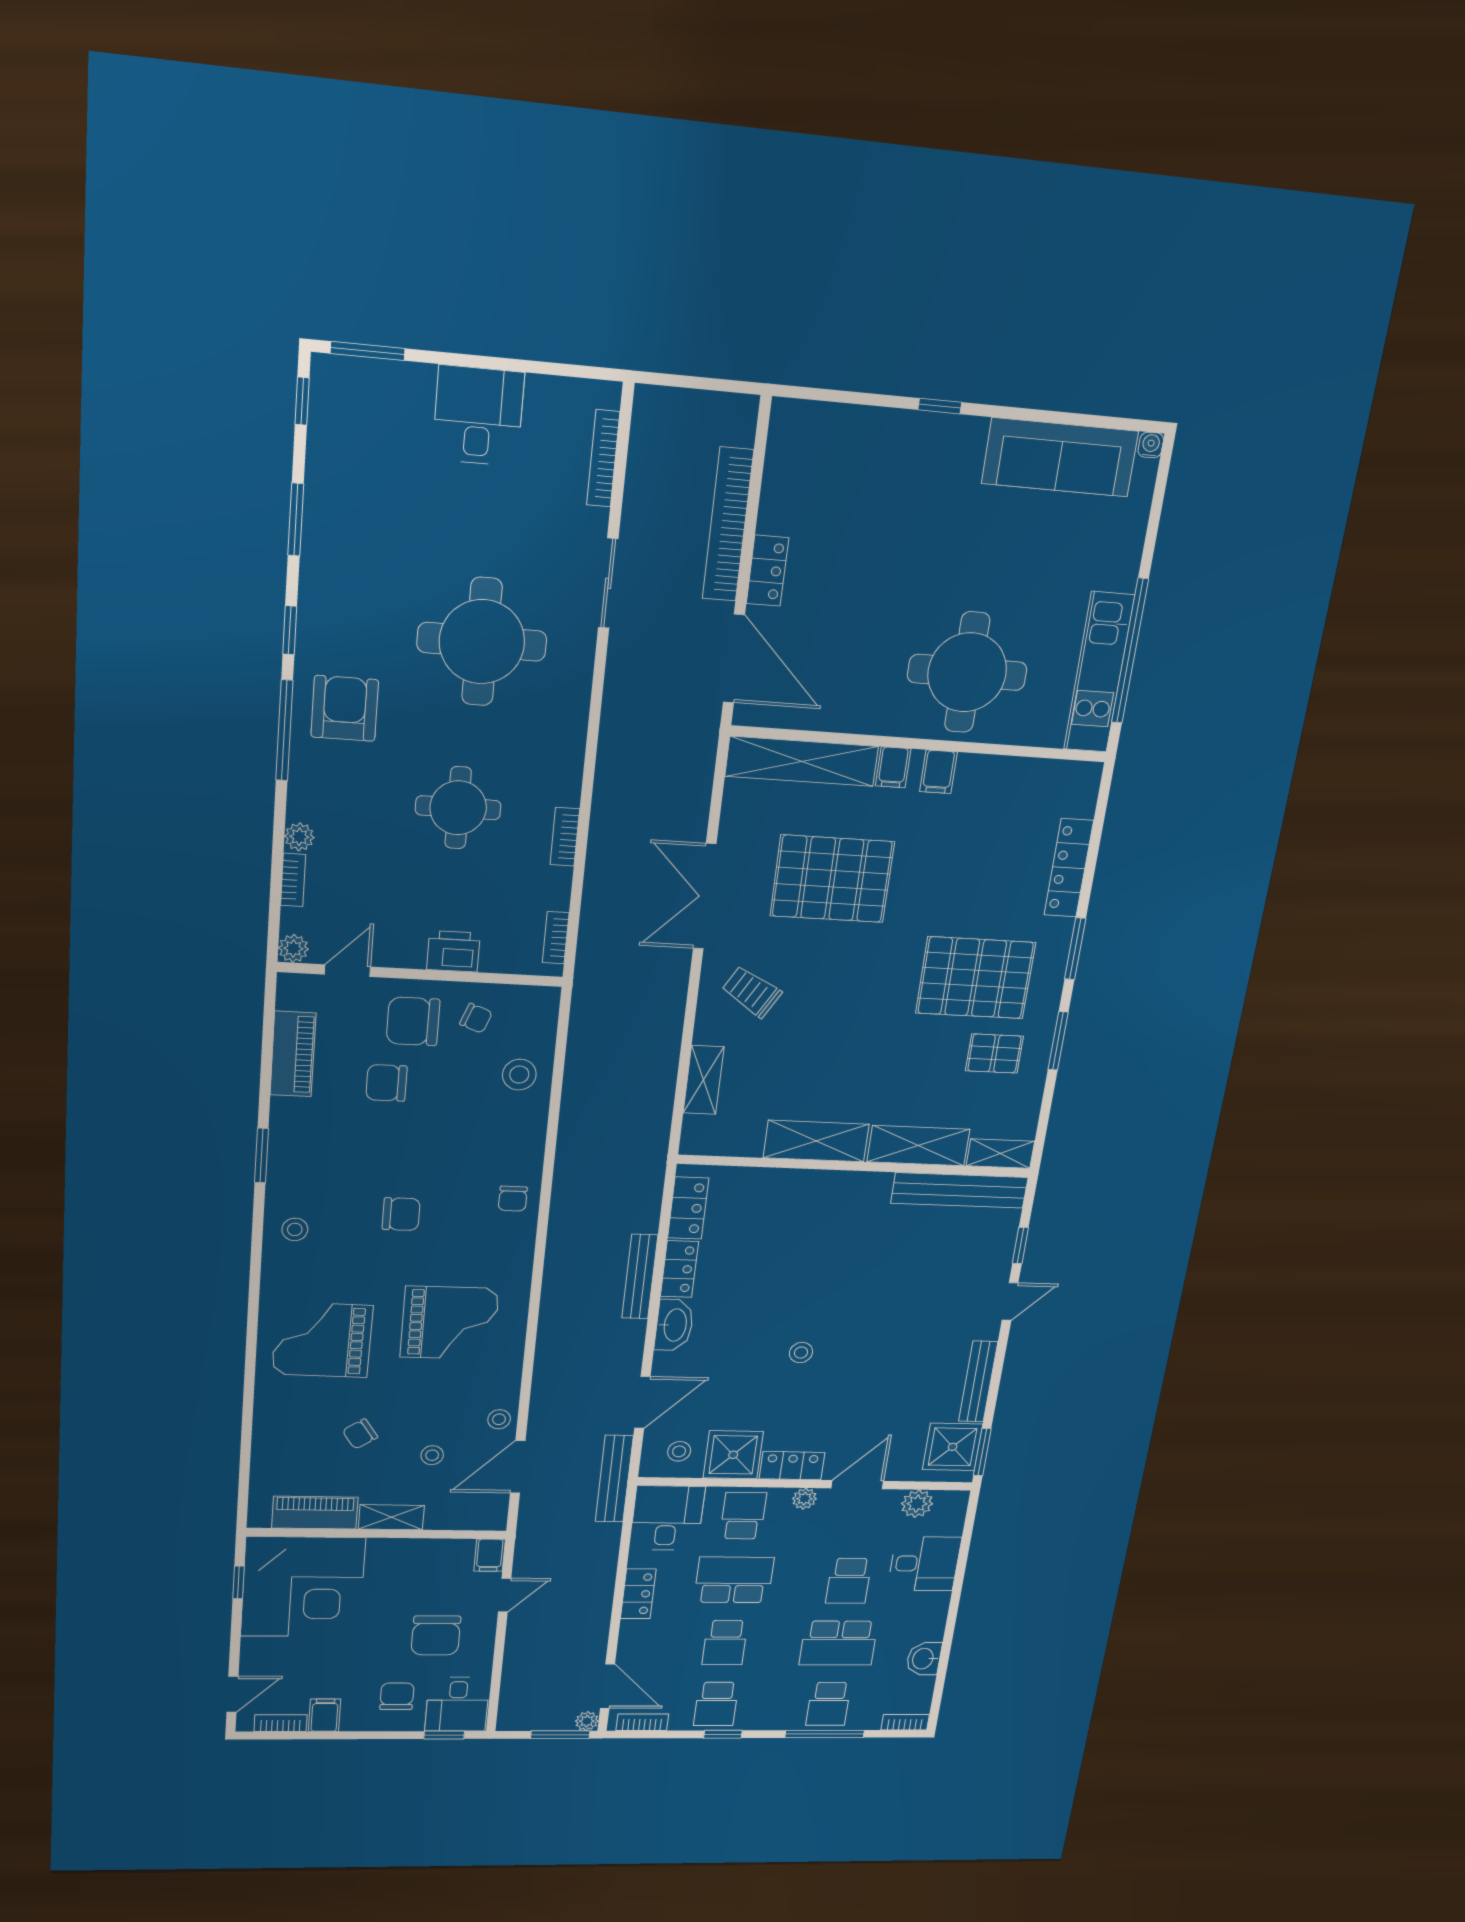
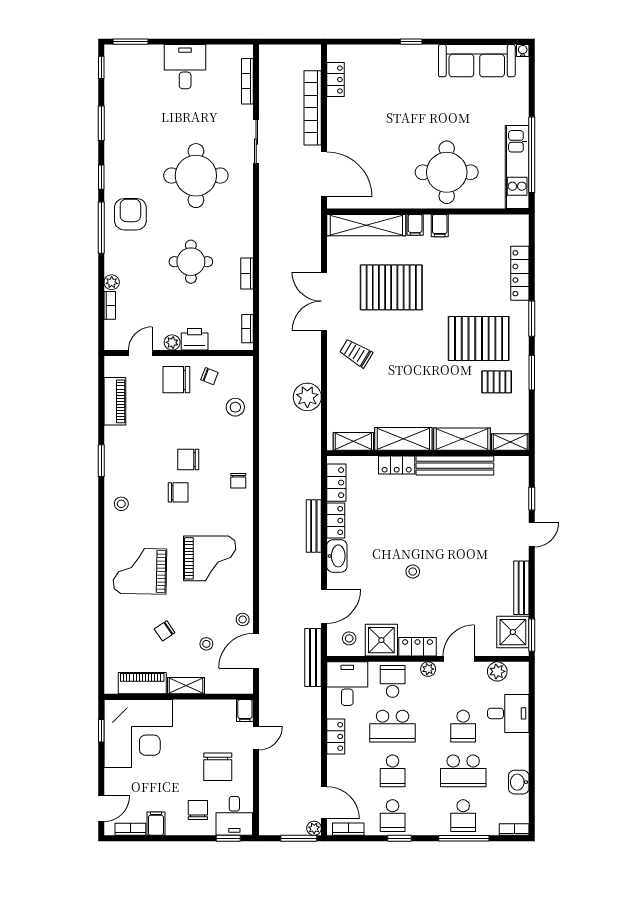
locker: (767, 571) -> (336, 80), moved
plant: (293, 948) -> (172, 342), moved
plant: (653, 1063) -> (307, 397), added
shelving: (704, 1080) -> (353, 441), moved, turned 90
chair: (386, 1083) -> (188, 459), moved
locker: (798, 1184) -> (397, 465), added
bench: (960, 1190) -> (455, 466), moved
school desk: (734, 1580) -> (393, 726), turned 180

